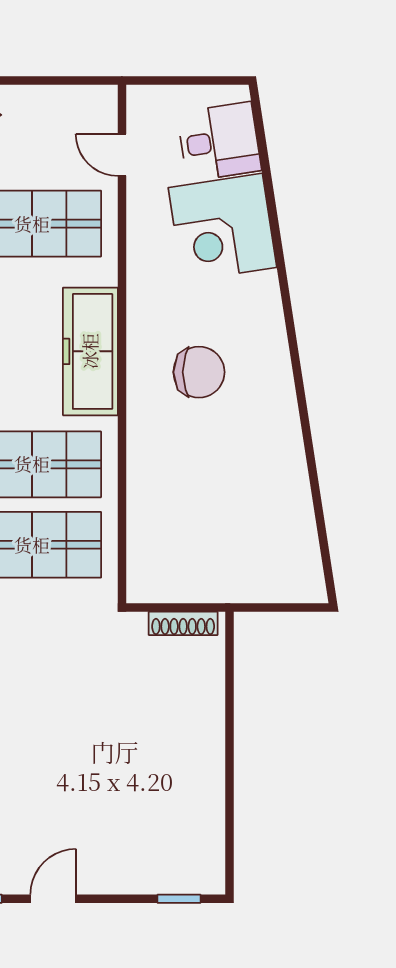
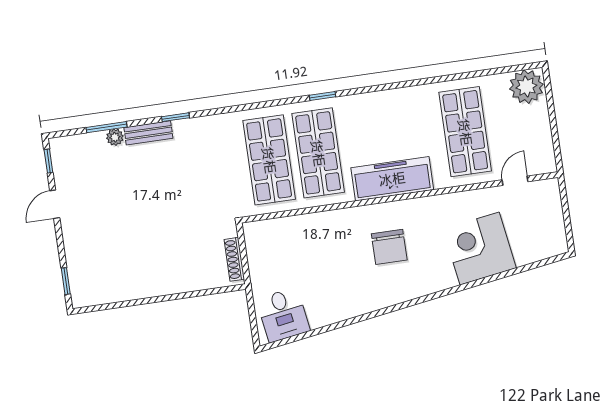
desk: (219, 142) -> (283, 315), moved
door: (53, 899) -> (55, 204), swing flipped

